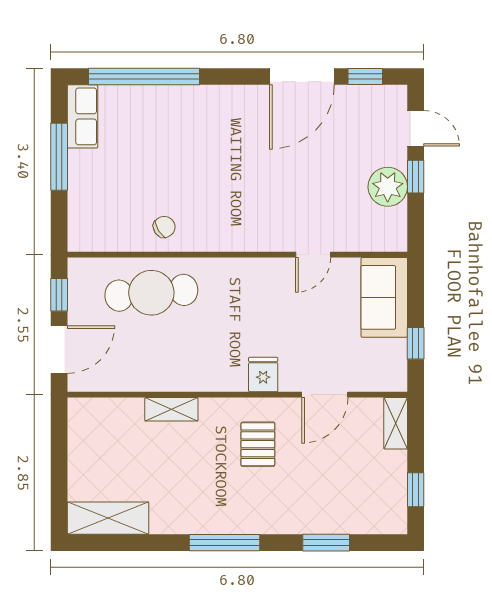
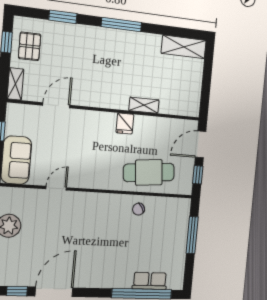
row of seats: (83, 116) -> (150, 281), moved, turned 90
window: (59, 157) -> (192, 235), moved
fridge: (263, 374) -> (125, 124), moved
pallet: (258, 444) -> (30, 46), moved

